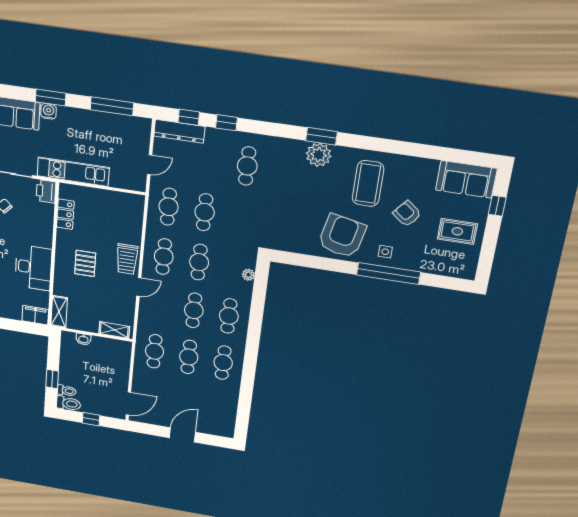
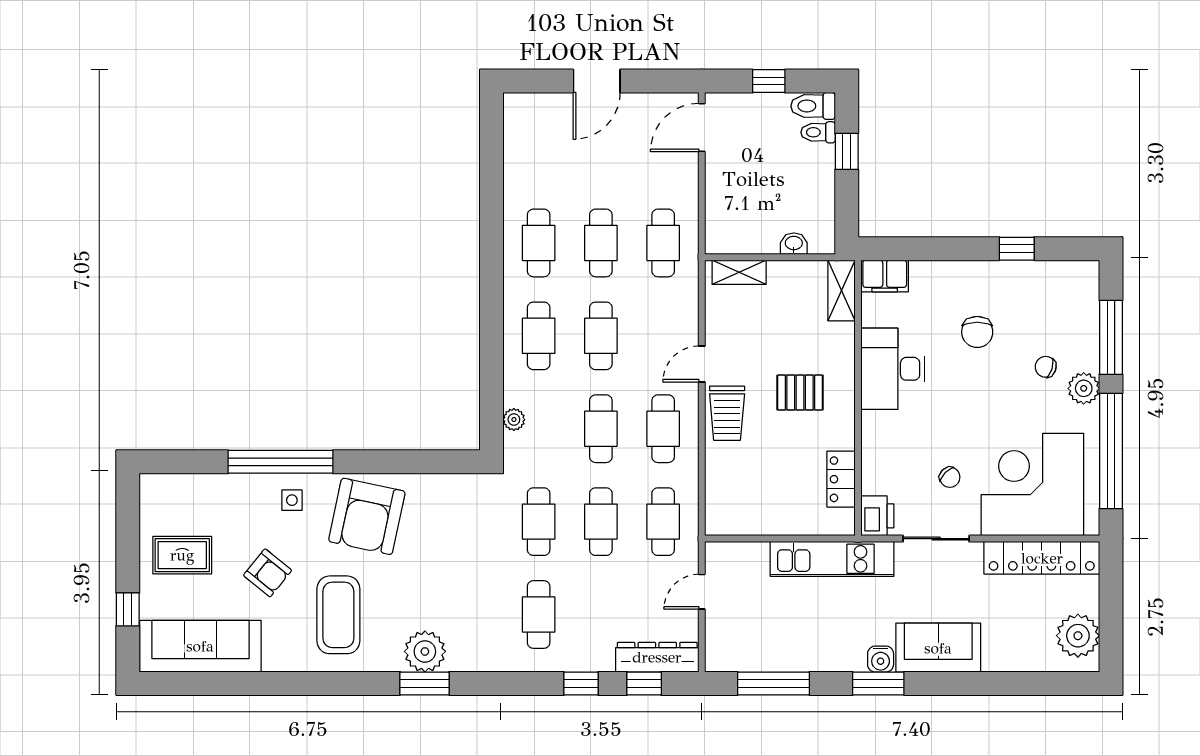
sofa: (466, 179) -> (200, 646), width x1.36
cafe table: (241, 218) -> (539, 522), added
trolley: (127, 259) -> (727, 413), turned 180
pallet: (85, 263) -> (800, 392), turned 90

